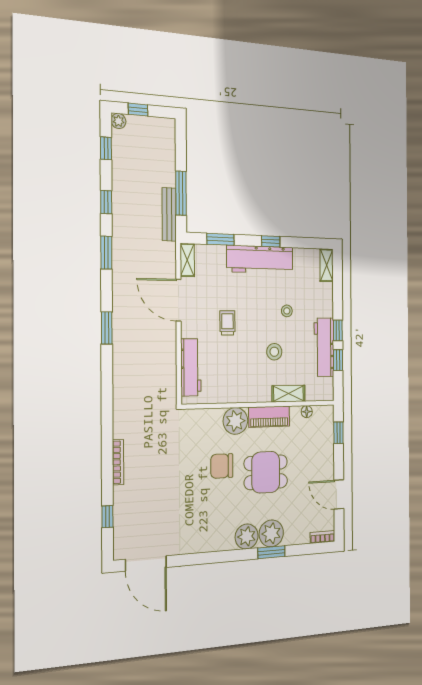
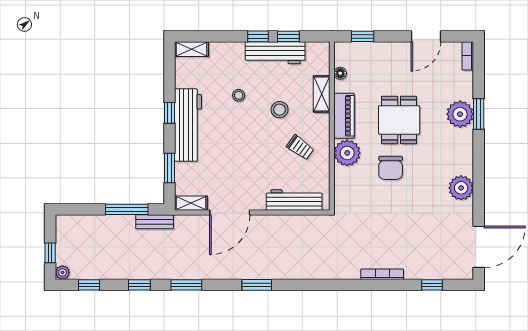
bench: (169, 214) -> (155, 222), width x0.73
trolley: (227, 323) -> (300, 147), moved, turned -144
plant: (247, 536) -> (461, 188), moved

